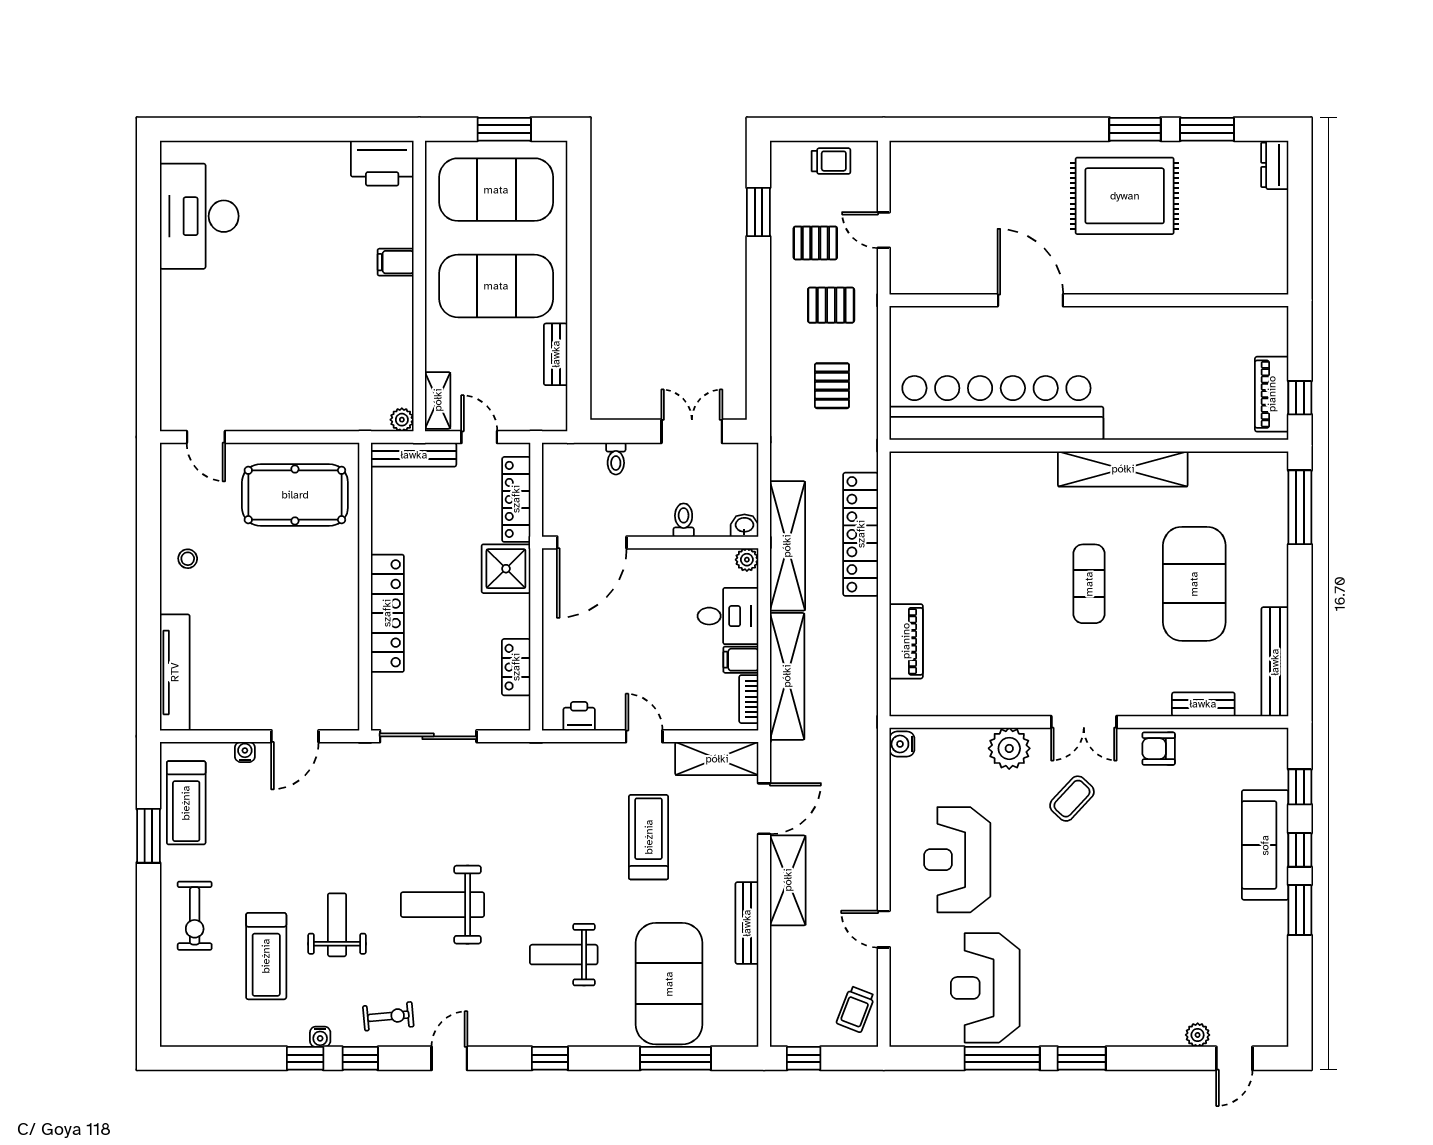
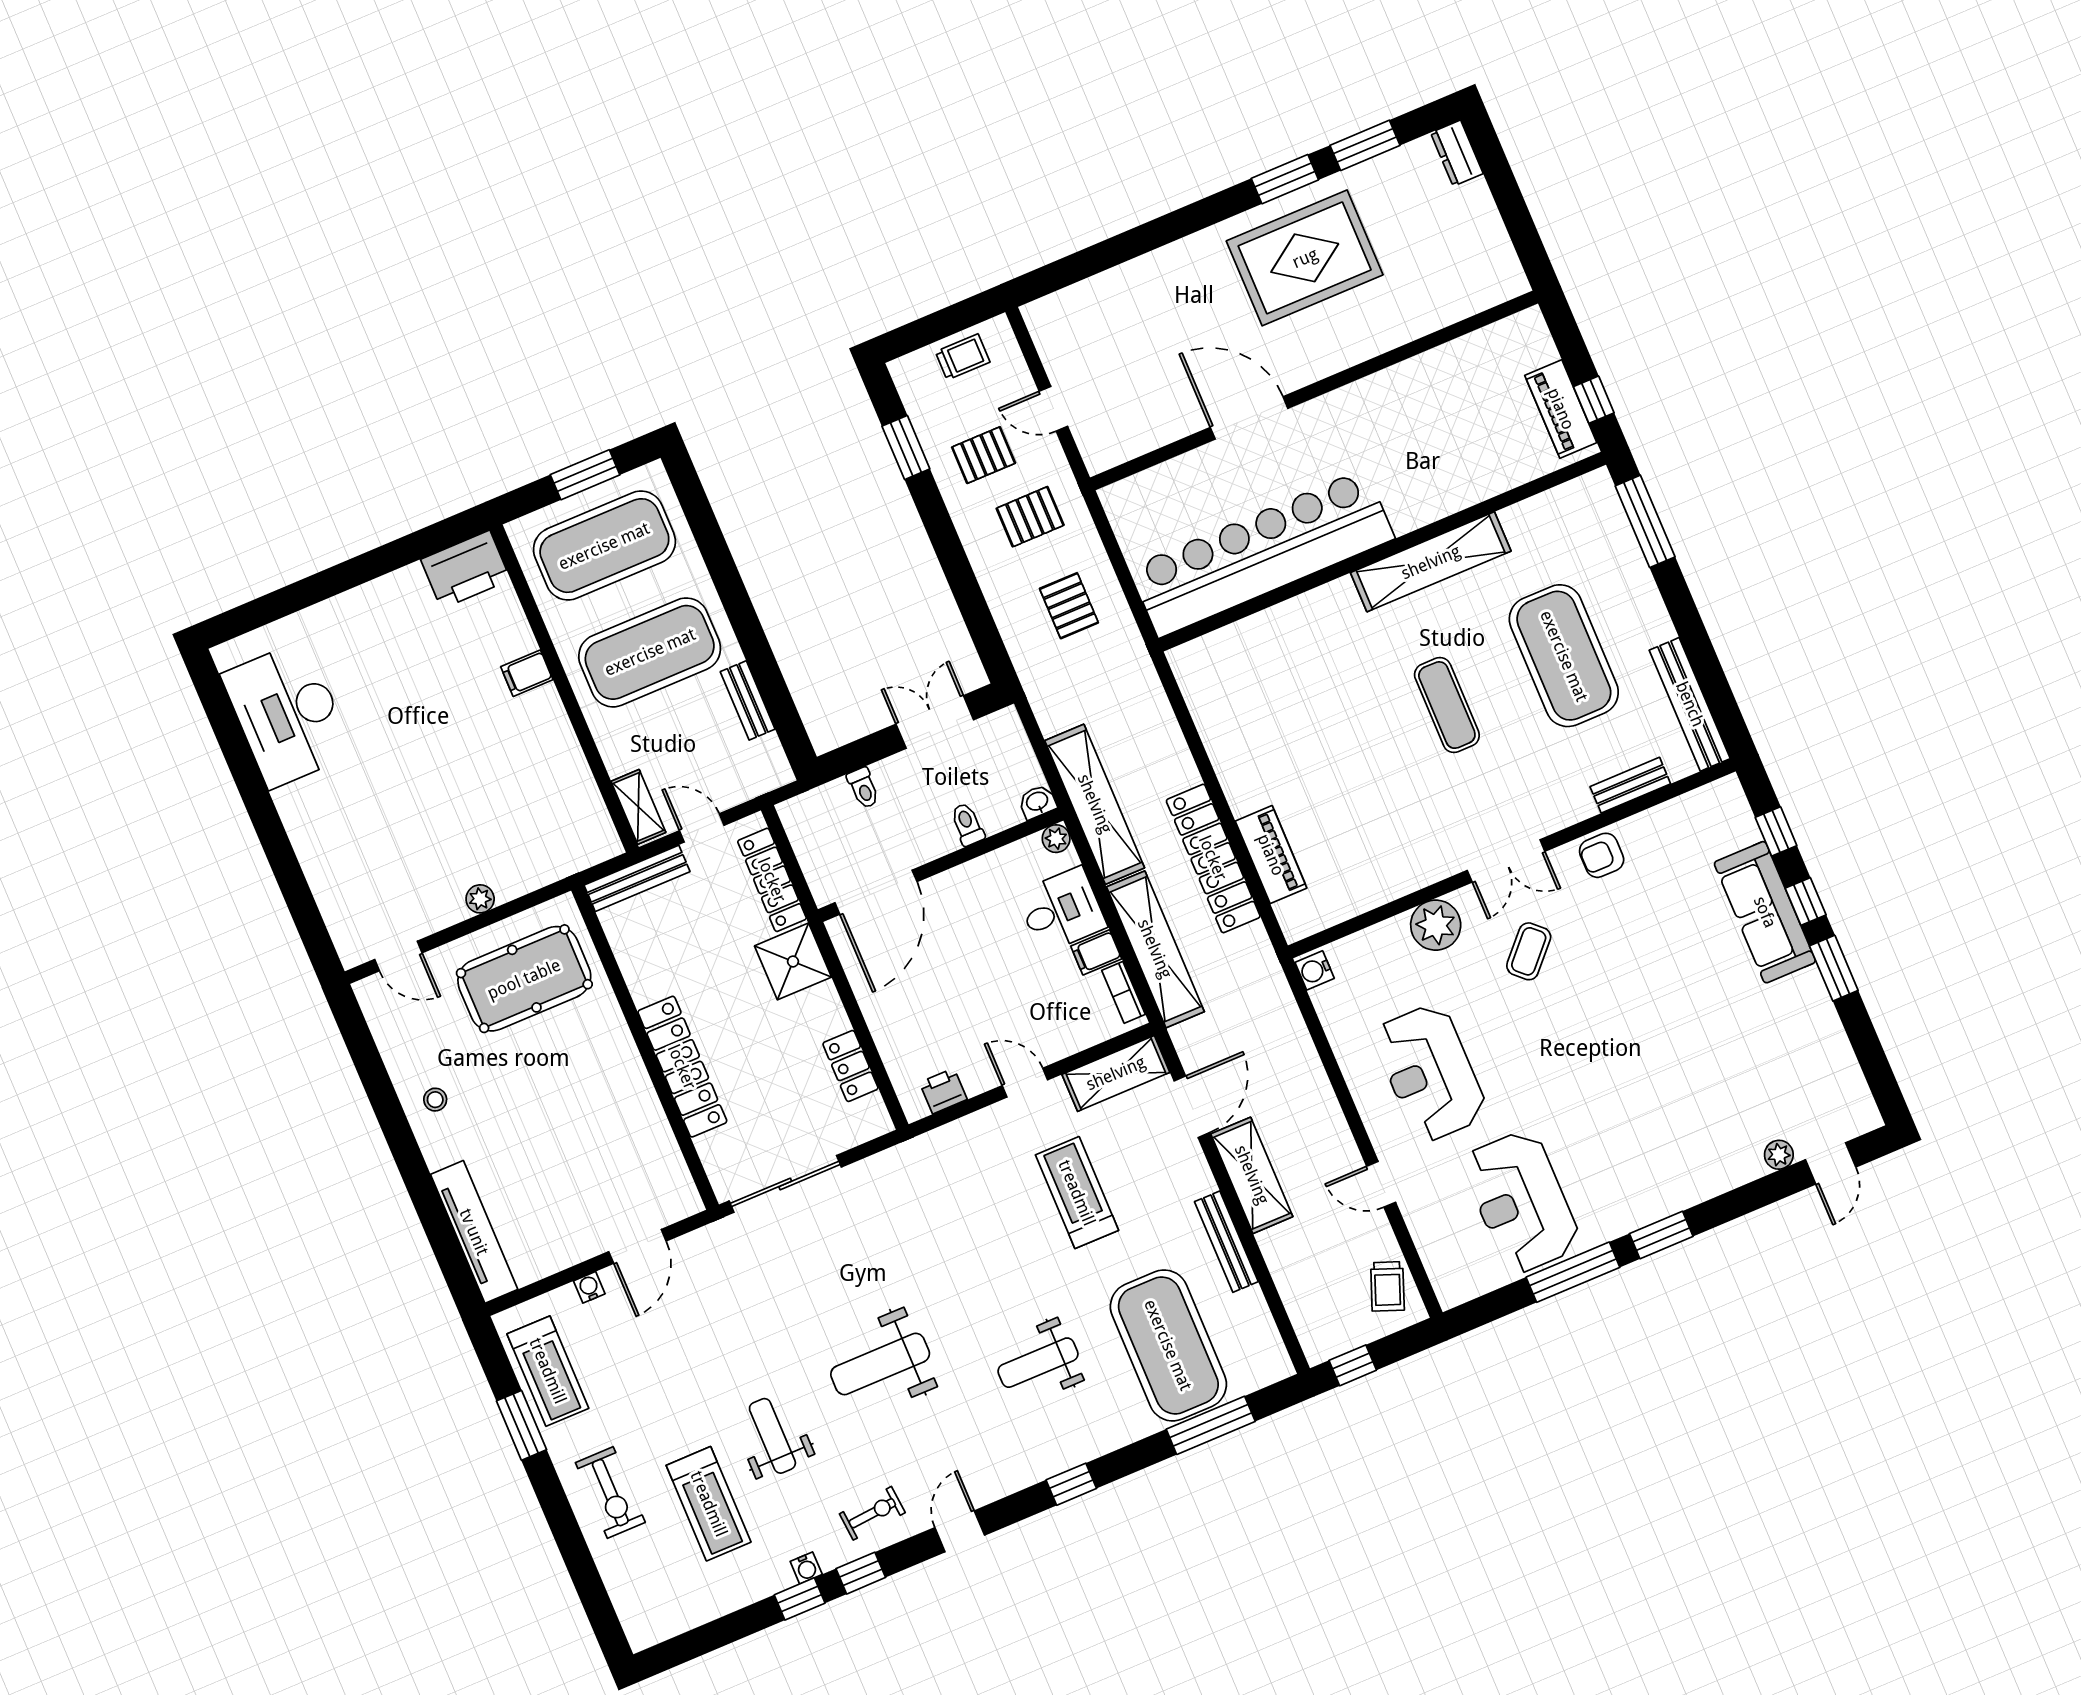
plant: (402, 420) -> (480, 899), moved
locker: (861, 534) -> (1213, 858), moved

